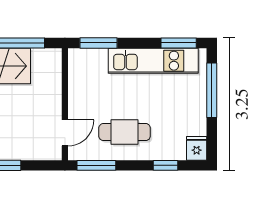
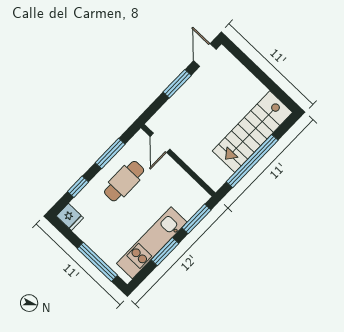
window: (179, 43) -> (165, 252), moved
window: (96, 165) -> (110, 153), moved

